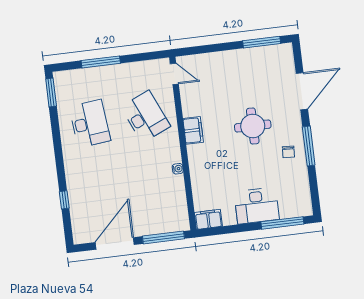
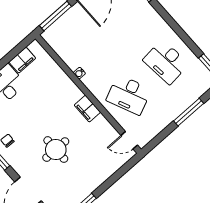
round table: (253, 126) -> (56, 150), moved
filing cabinet: (208, 219) -> (22, 60), moved

